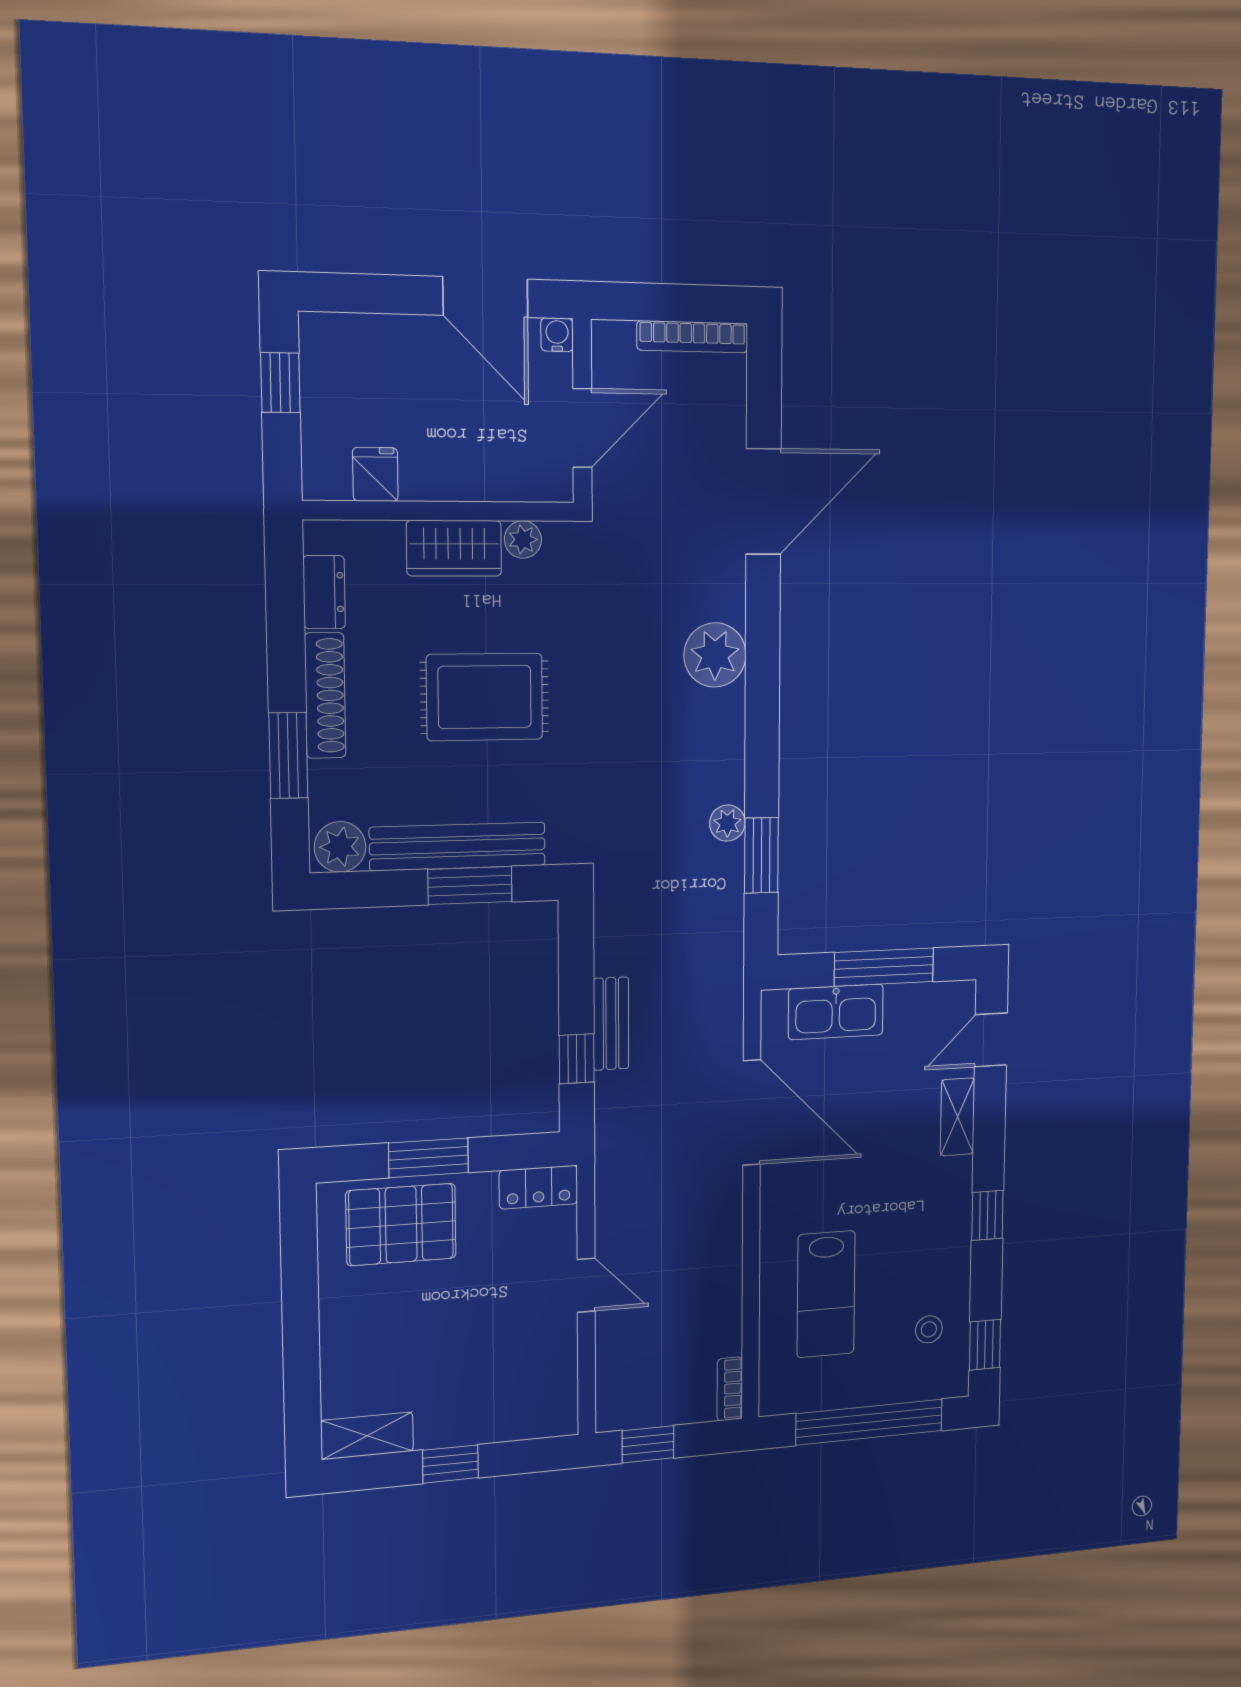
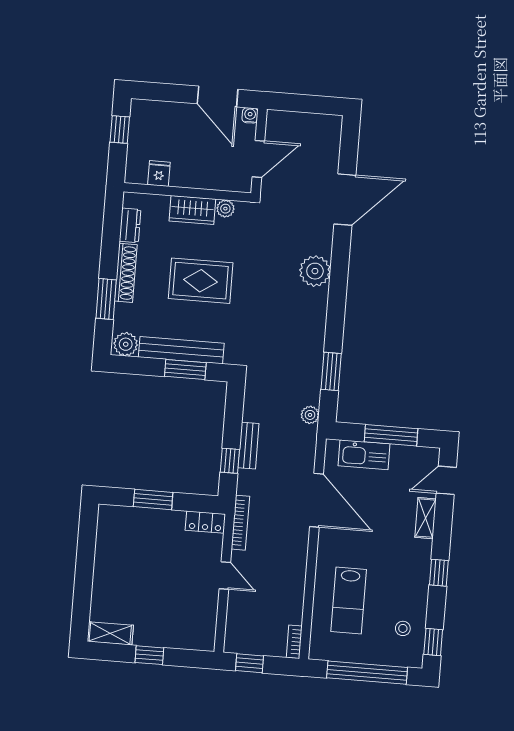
bookcase: (692, 337) -> (240, 523), moved, turned -90
plant: (727, 823) -> (310, 415), moved
pallet: (401, 1225) -> (137, 530), removed

